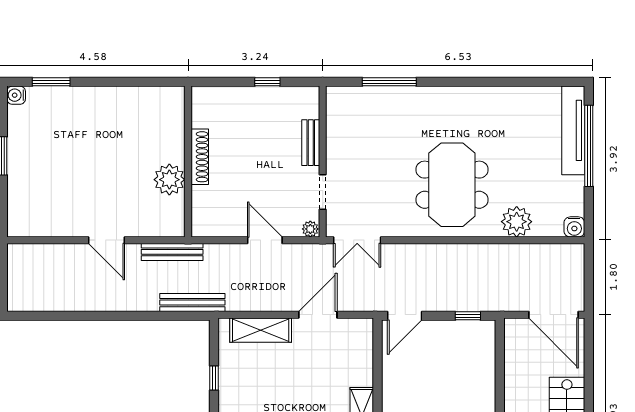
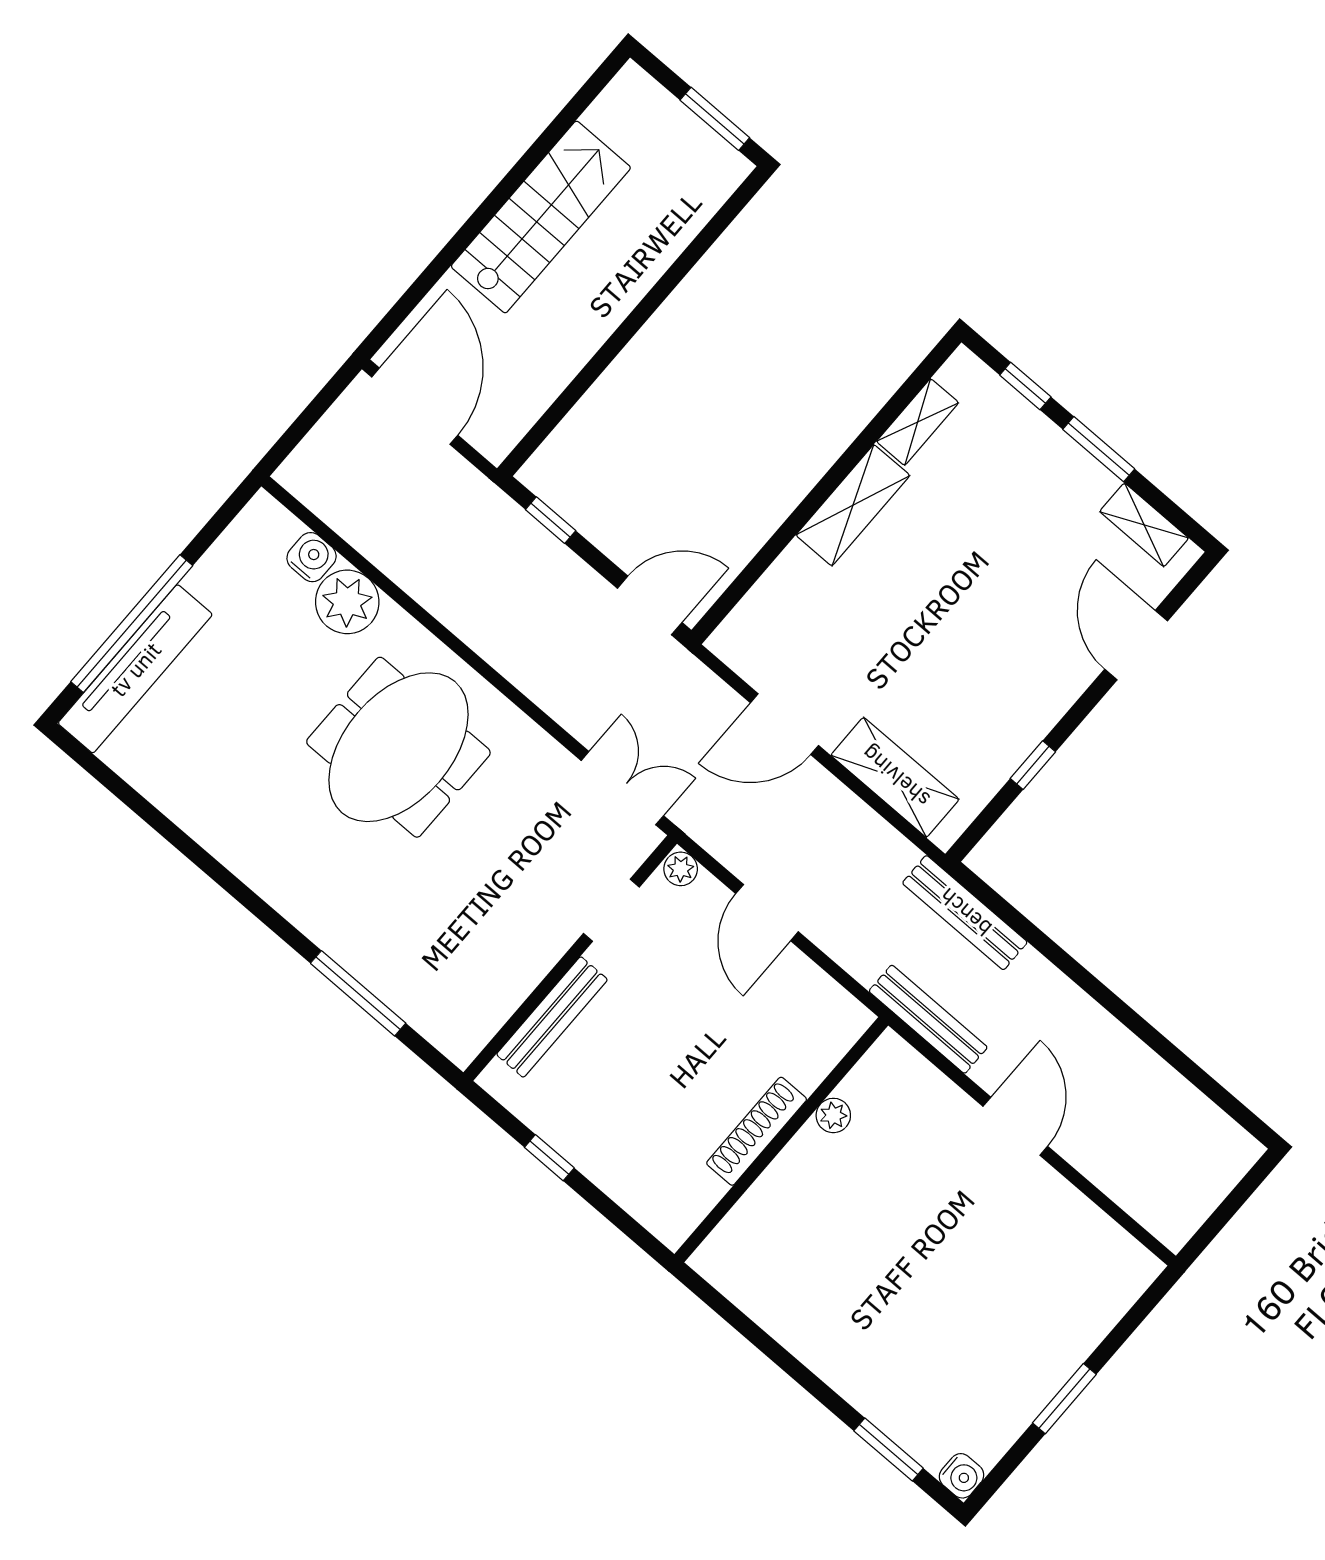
bench: (311, 143) -> (552, 1017), width x1.36
plant: (169, 180) -> (833, 1115), width x0.53, depth x0.53
water cooler: (574, 227) -> (312, 557), moved

